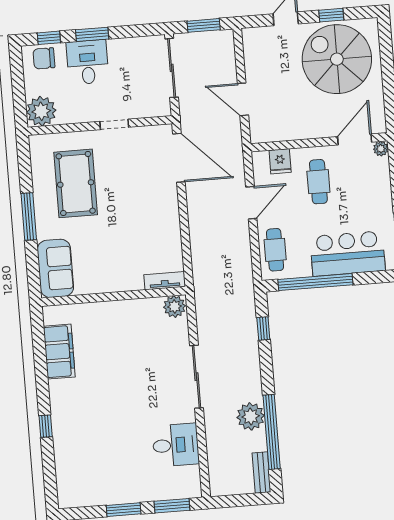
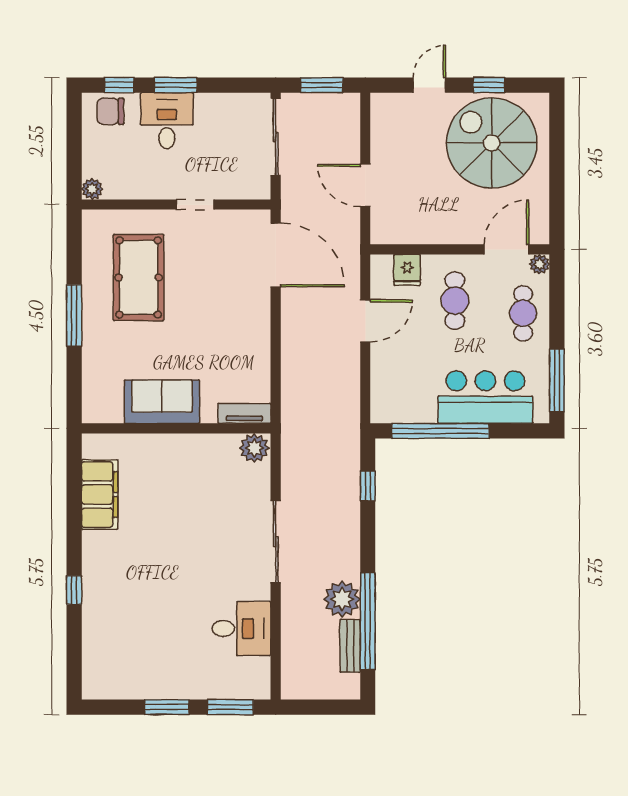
plant: (41, 111) -> (92, 189), width x0.53, depth x0.53
cafe table: (275, 250) -> (523, 313), moved
sofa: (55, 268) -> (162, 402), moved, turned -90
bench: (261, 473) -> (350, 646), moved

